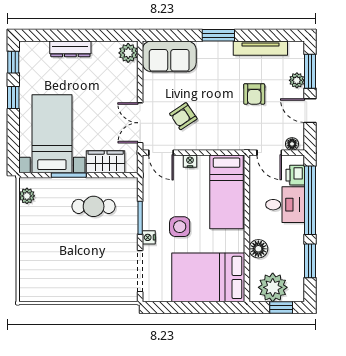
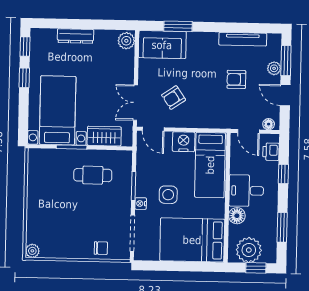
window: (218, 35) -> (178, 26), moved
armchair: (254, 94) -> (236, 79), turned 90
nightstand: (190, 161) -> (184, 142), width x1.89, depth x1.79
plant: (27, 196) -> (32, 251), moved
window: (310, 200) -> (283, 174), width x0.32
desk: (285, 205) -> (246, 191), moved, turned 180
chair: (105, 289) -> (101, 248), added

